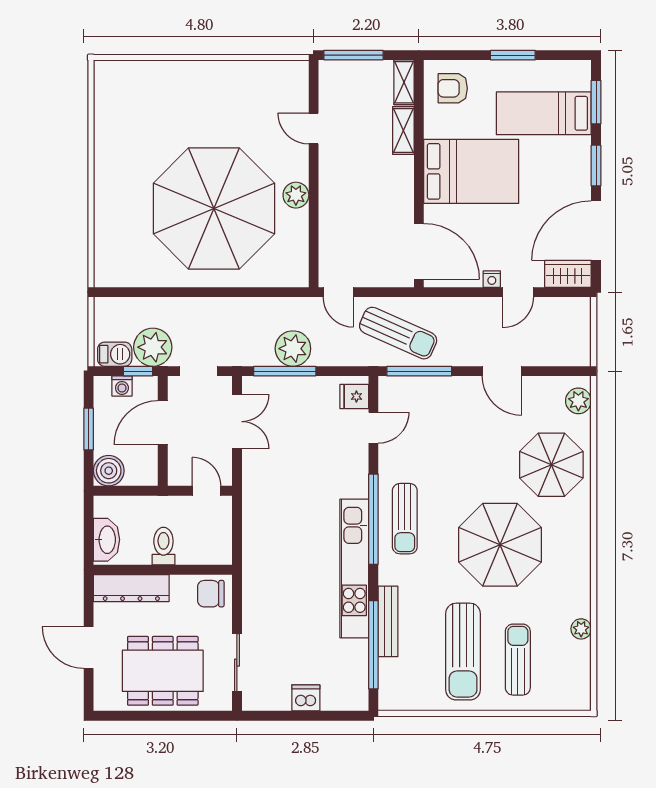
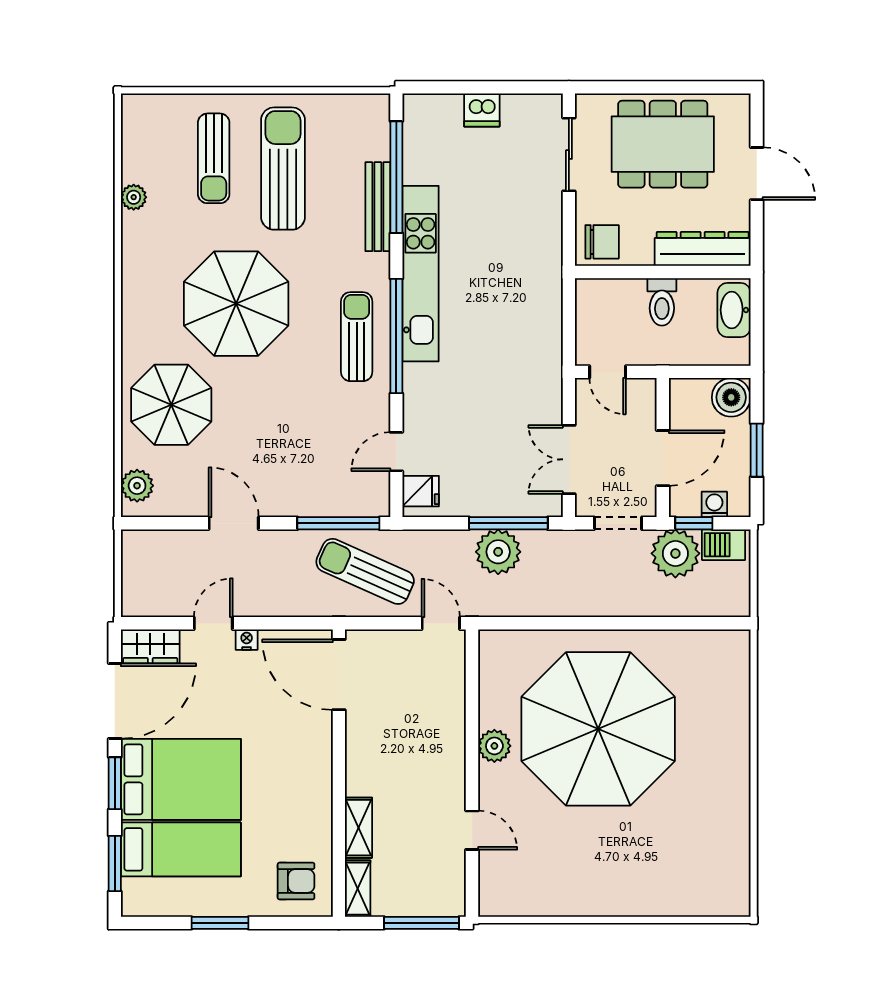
bed: (471, 171) -> (181, 779), moved, turned 180

